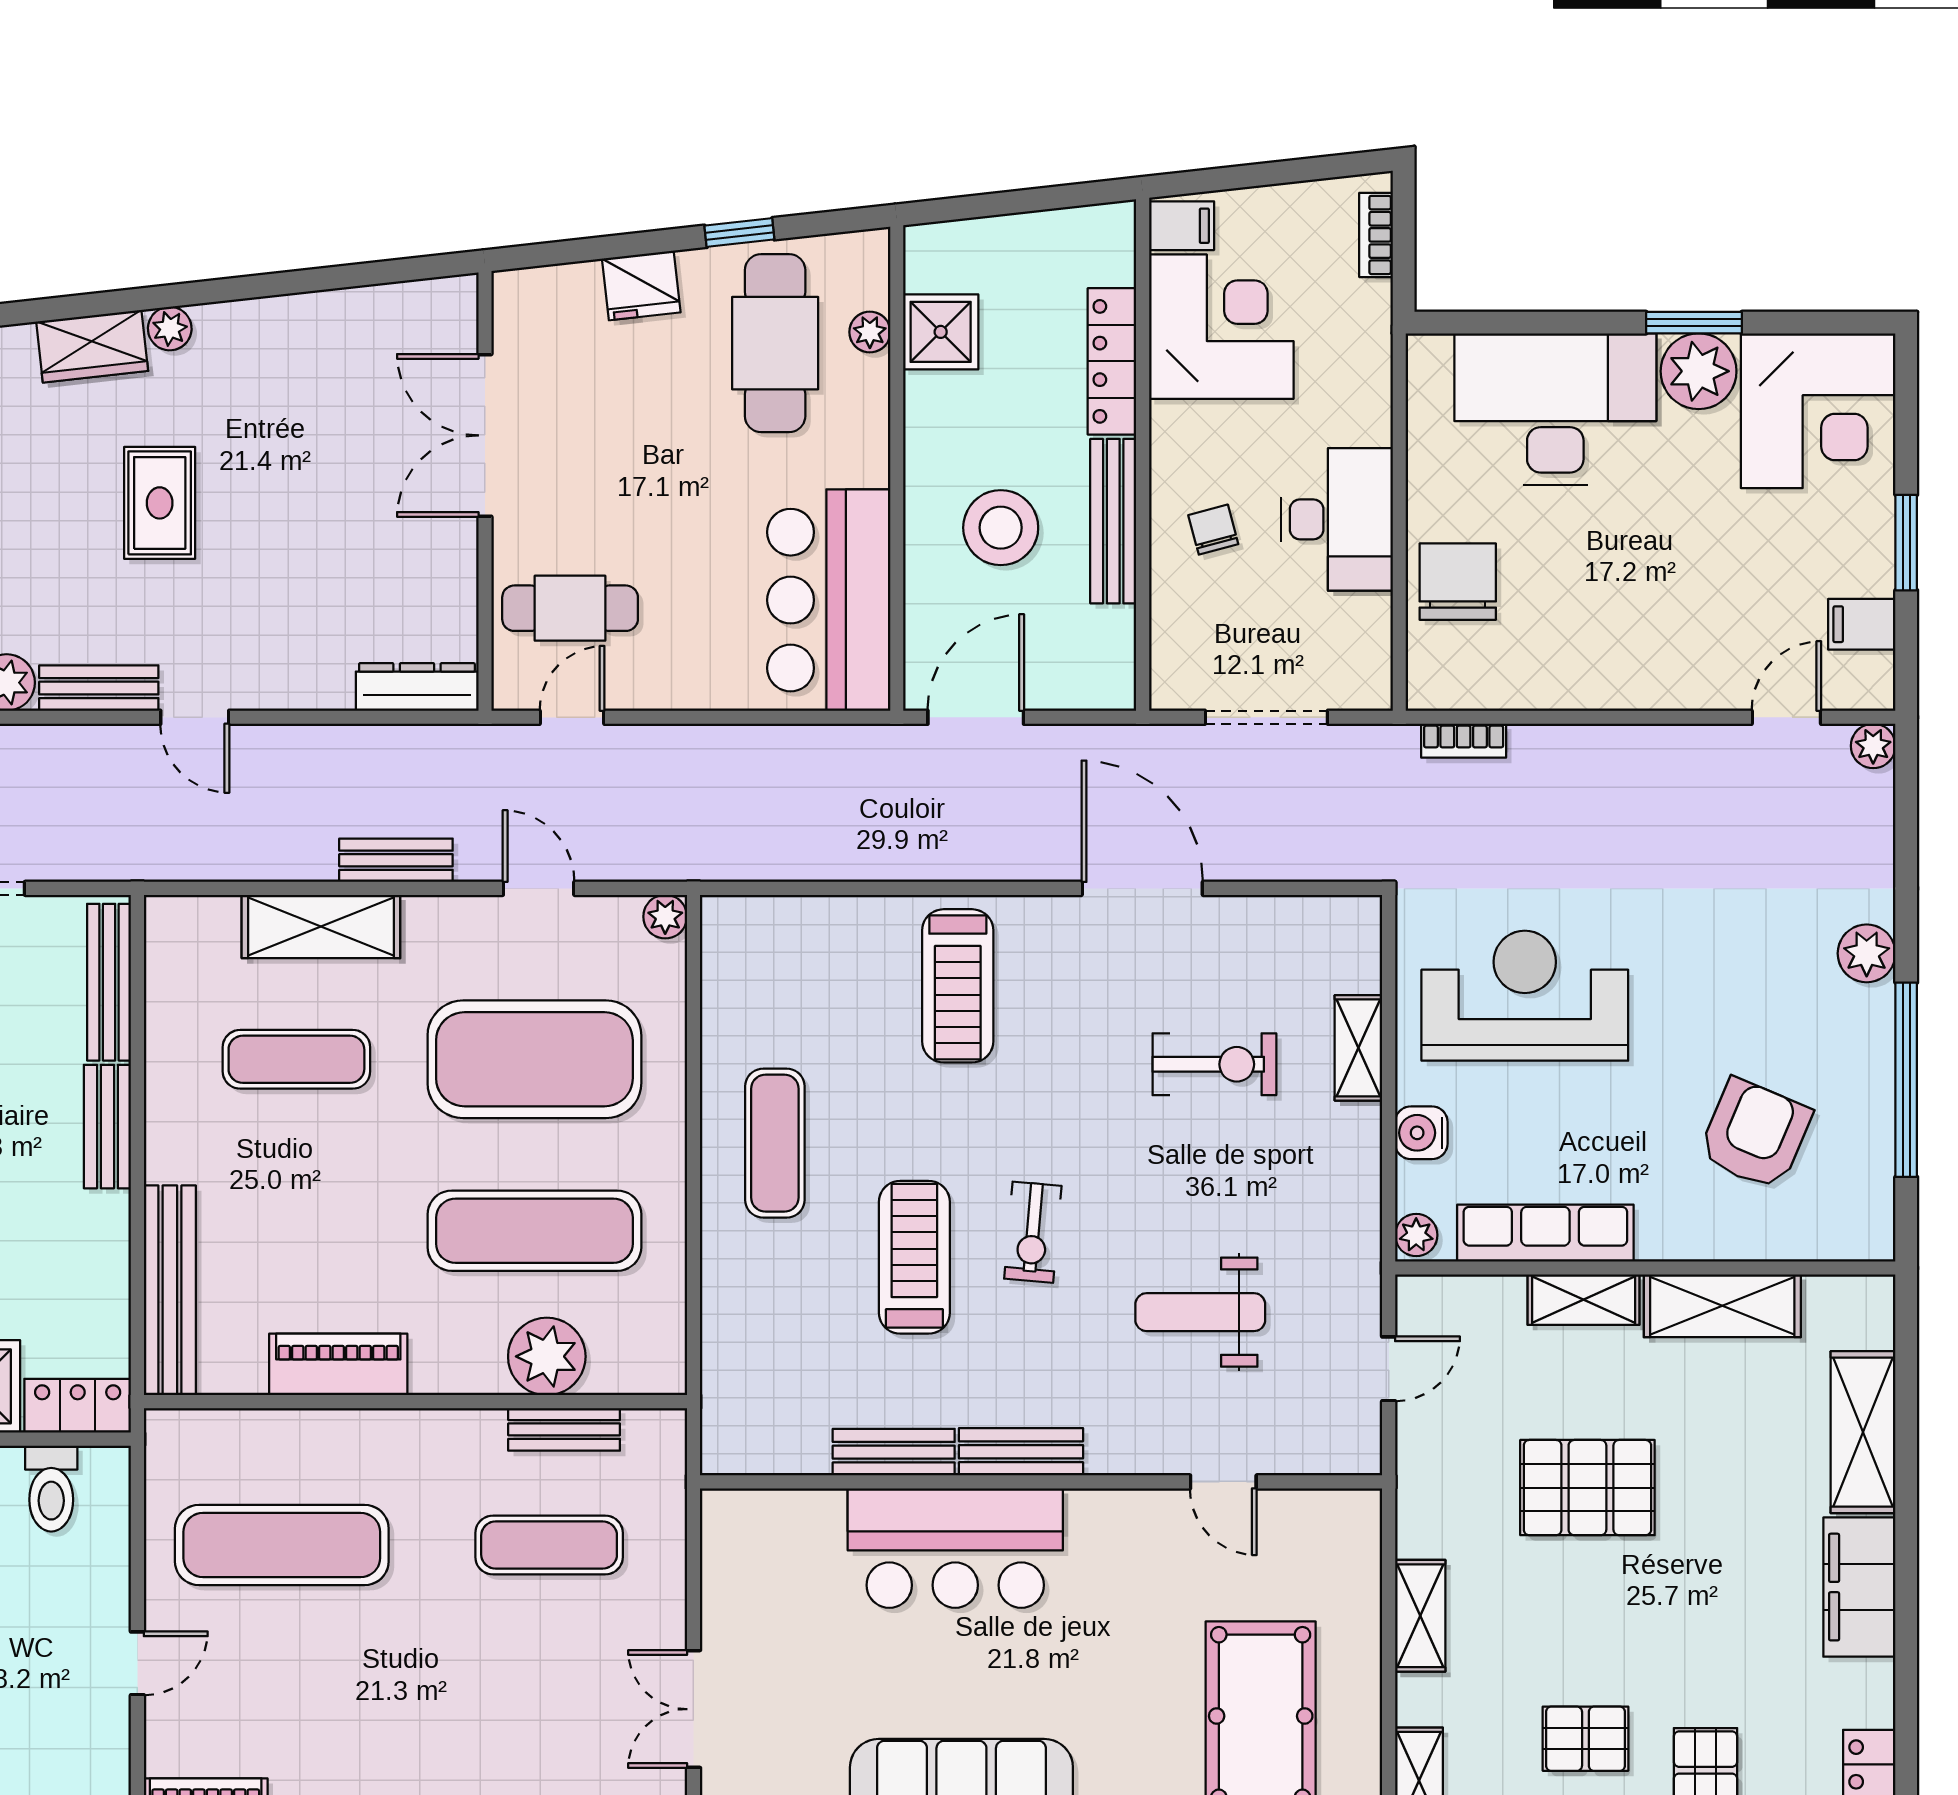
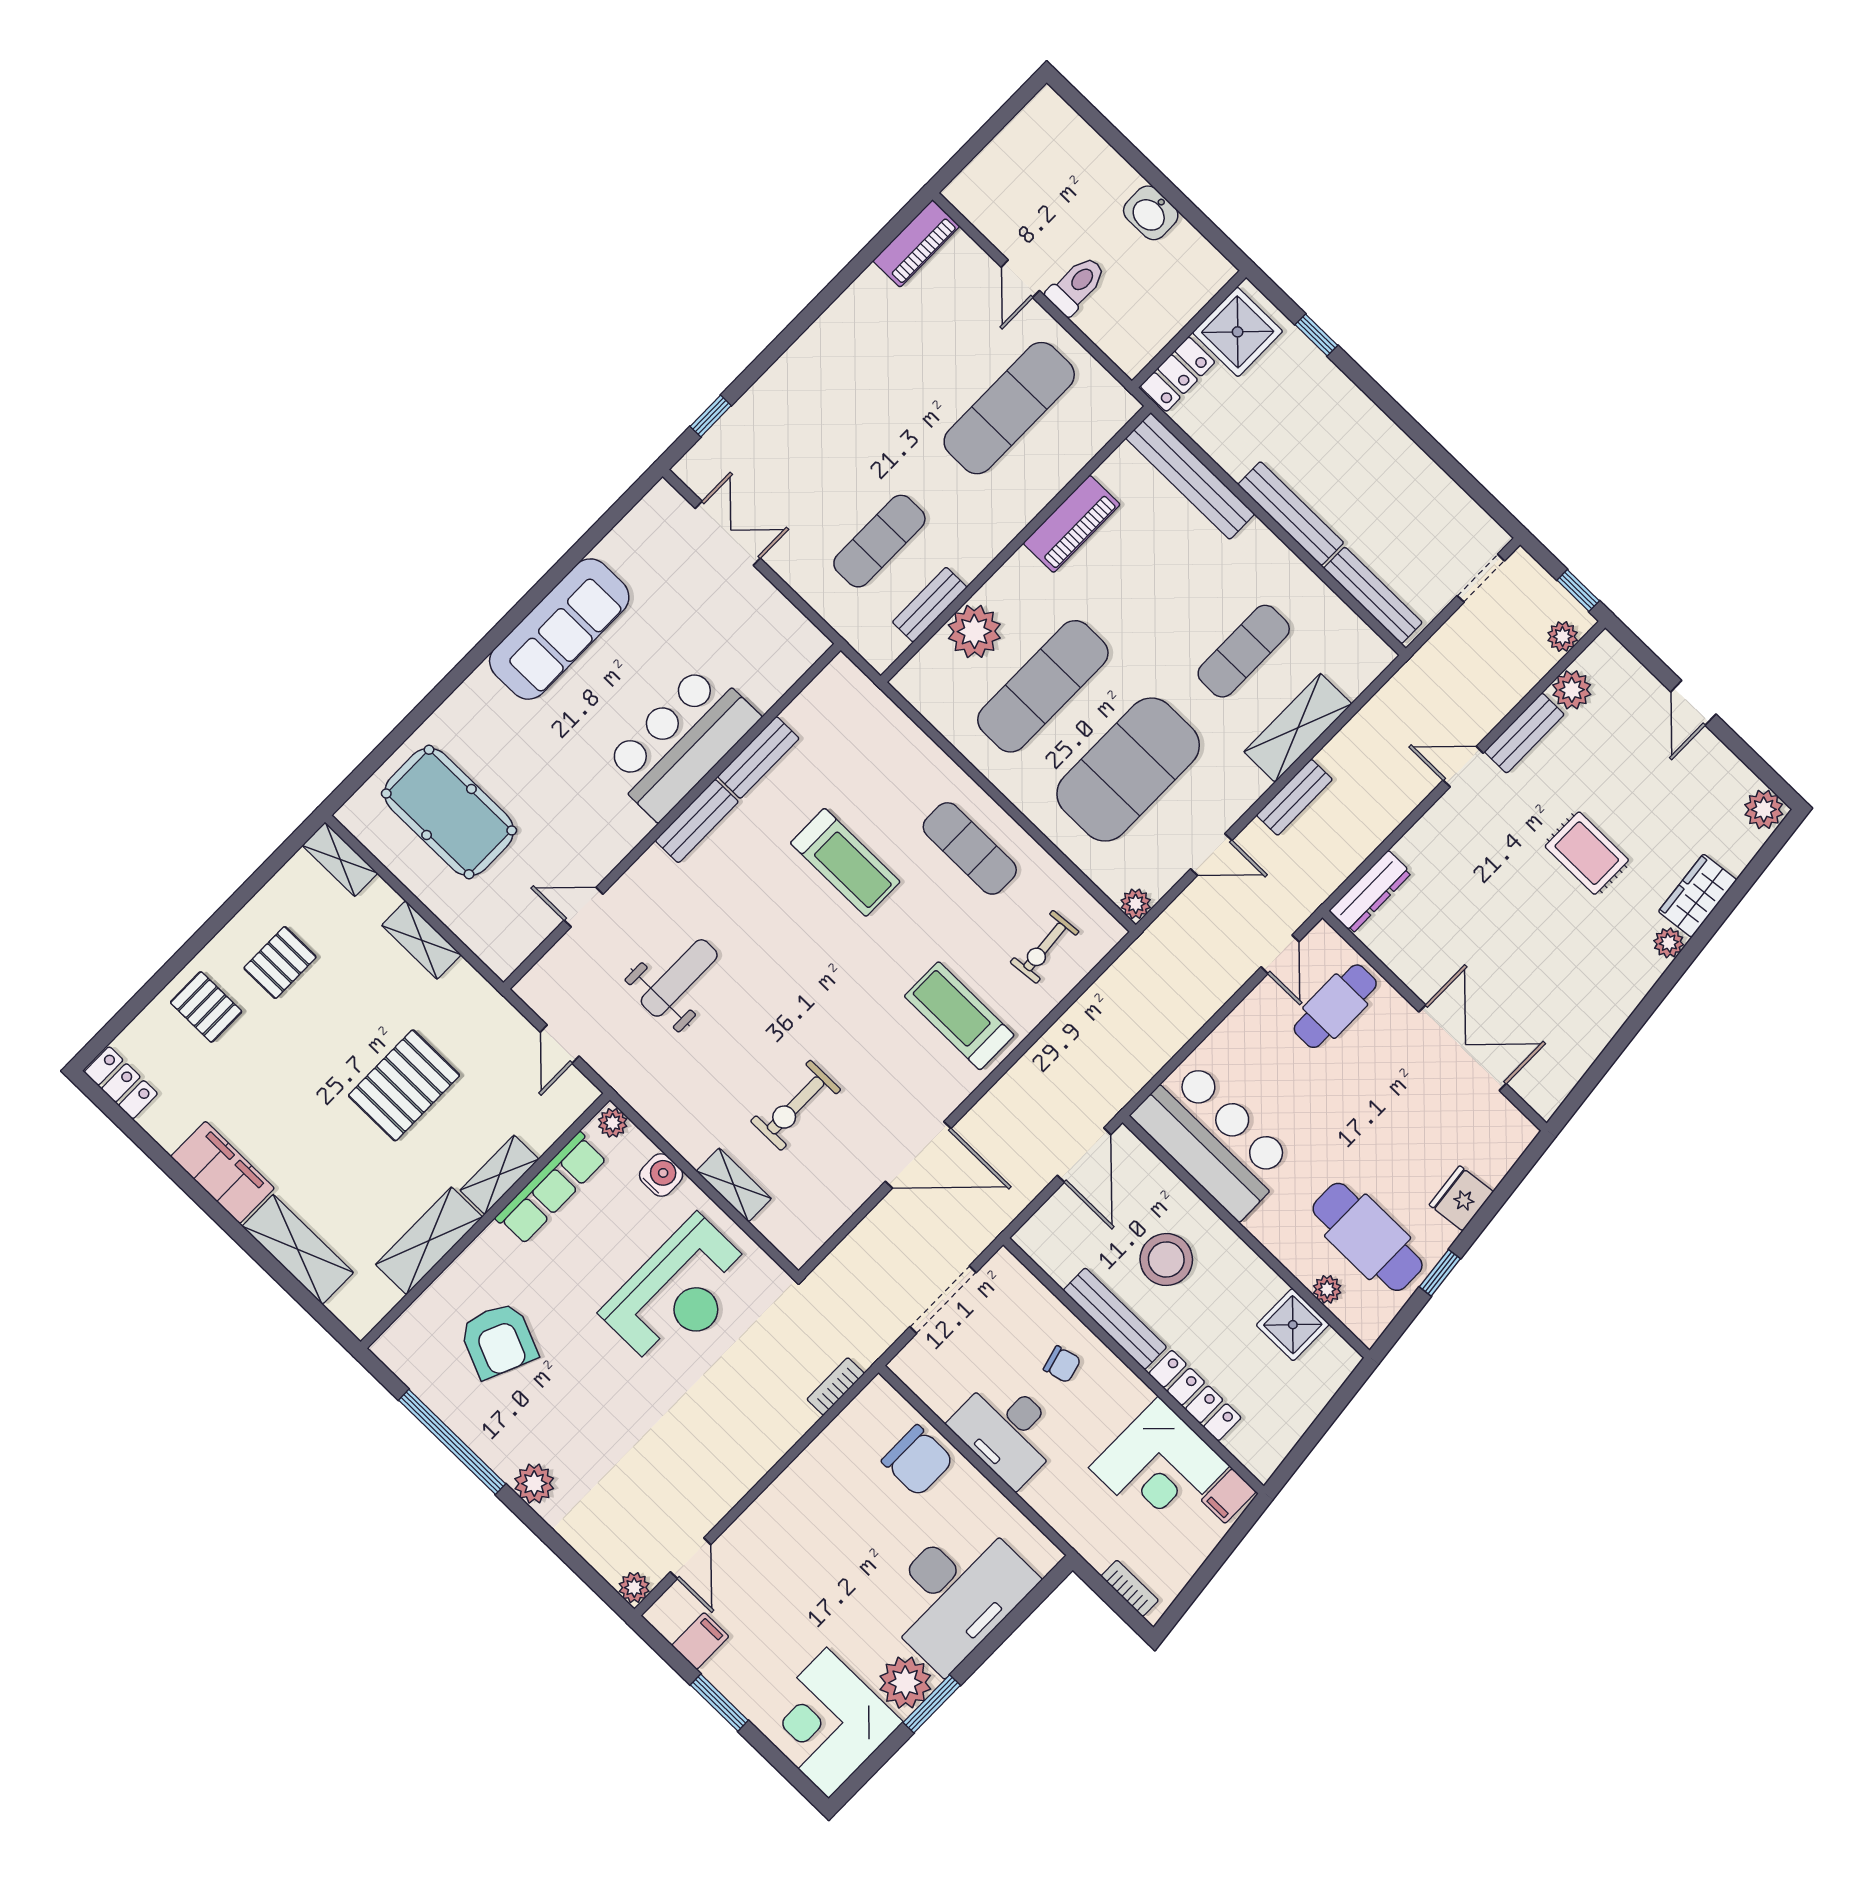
bench: (107, 1127) -> (1291, 514), width x1.36
exercise bike: (1033, 1232) -> (1045, 947), moved, turned -100
toilet: (51, 1489) -> (1076, 285), moved, turned 90

